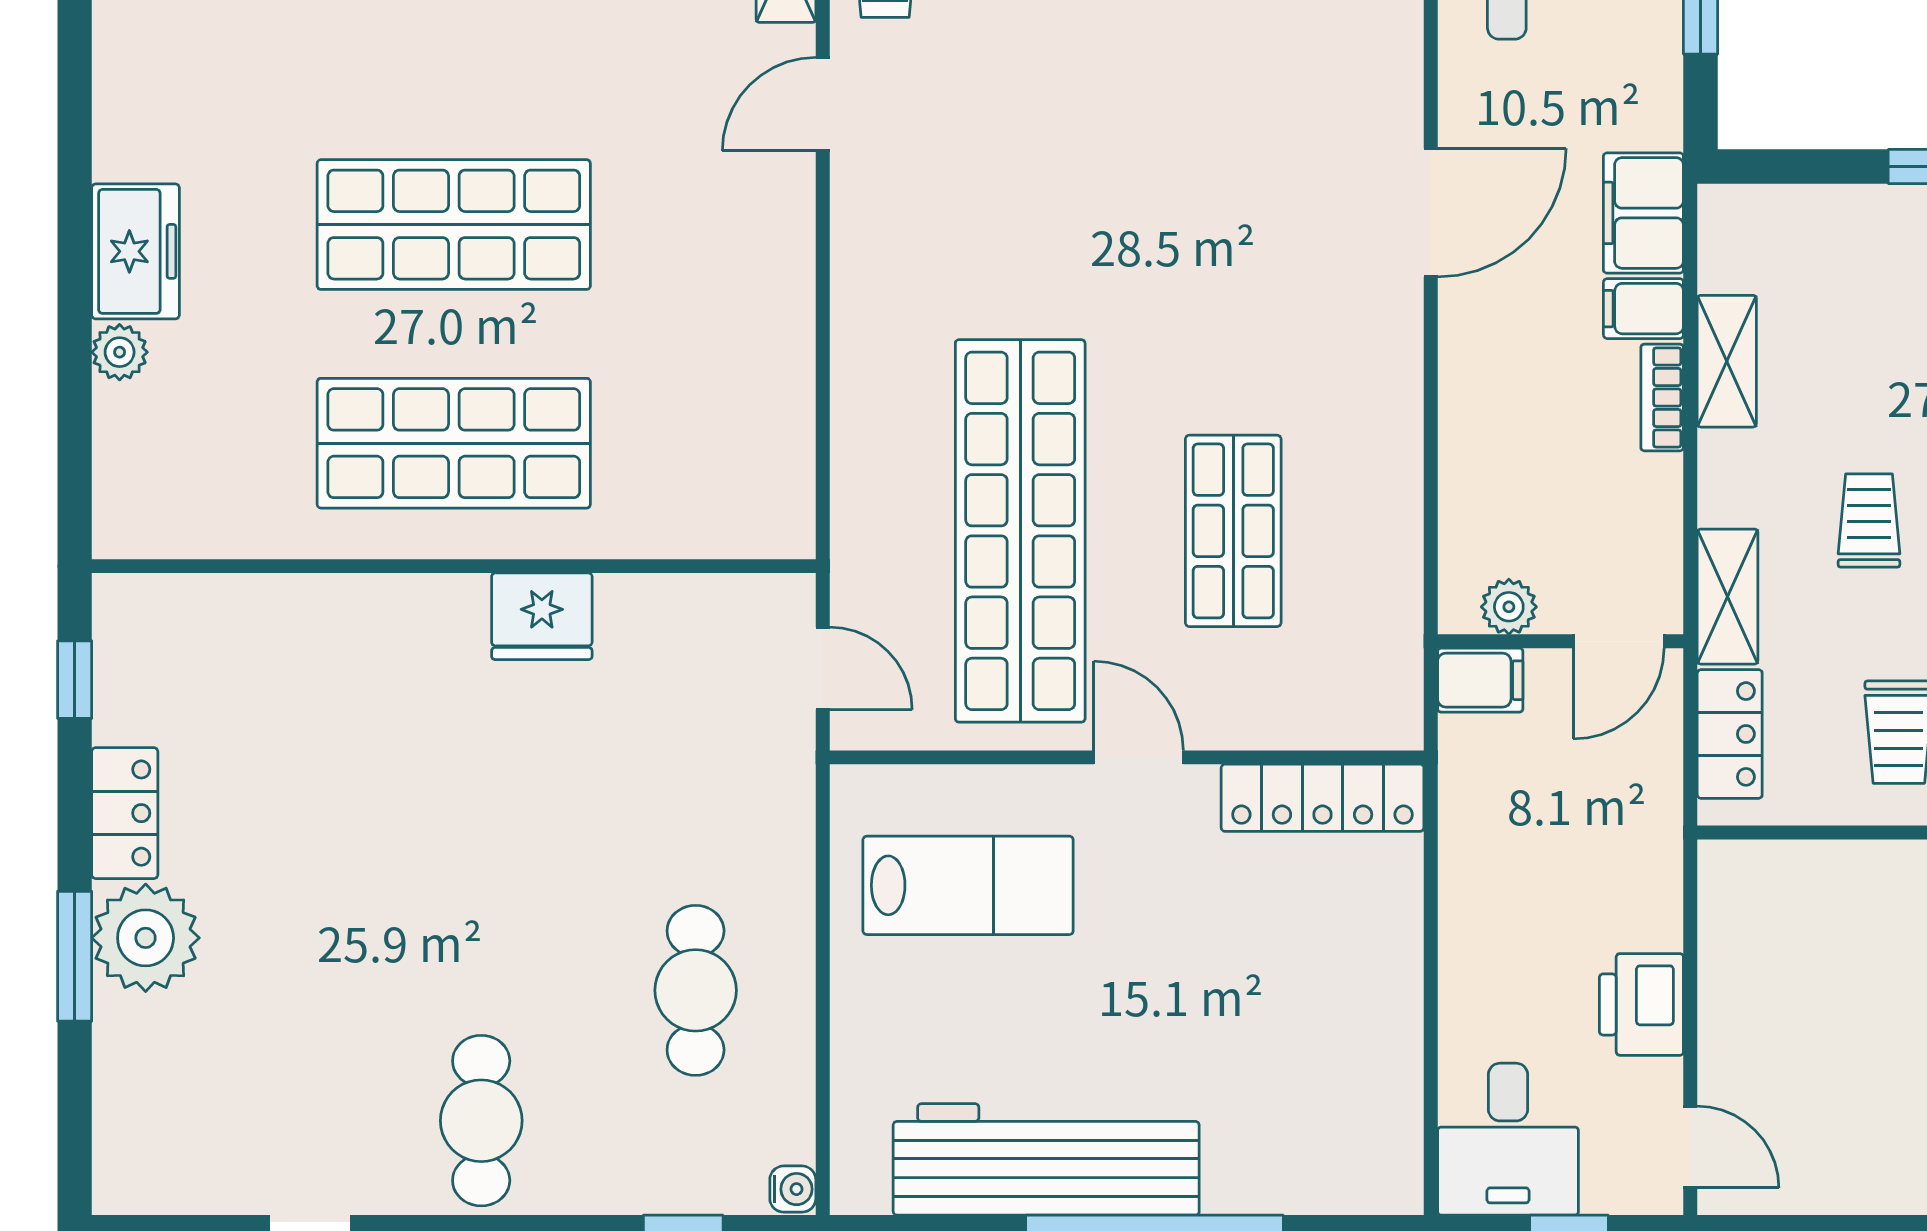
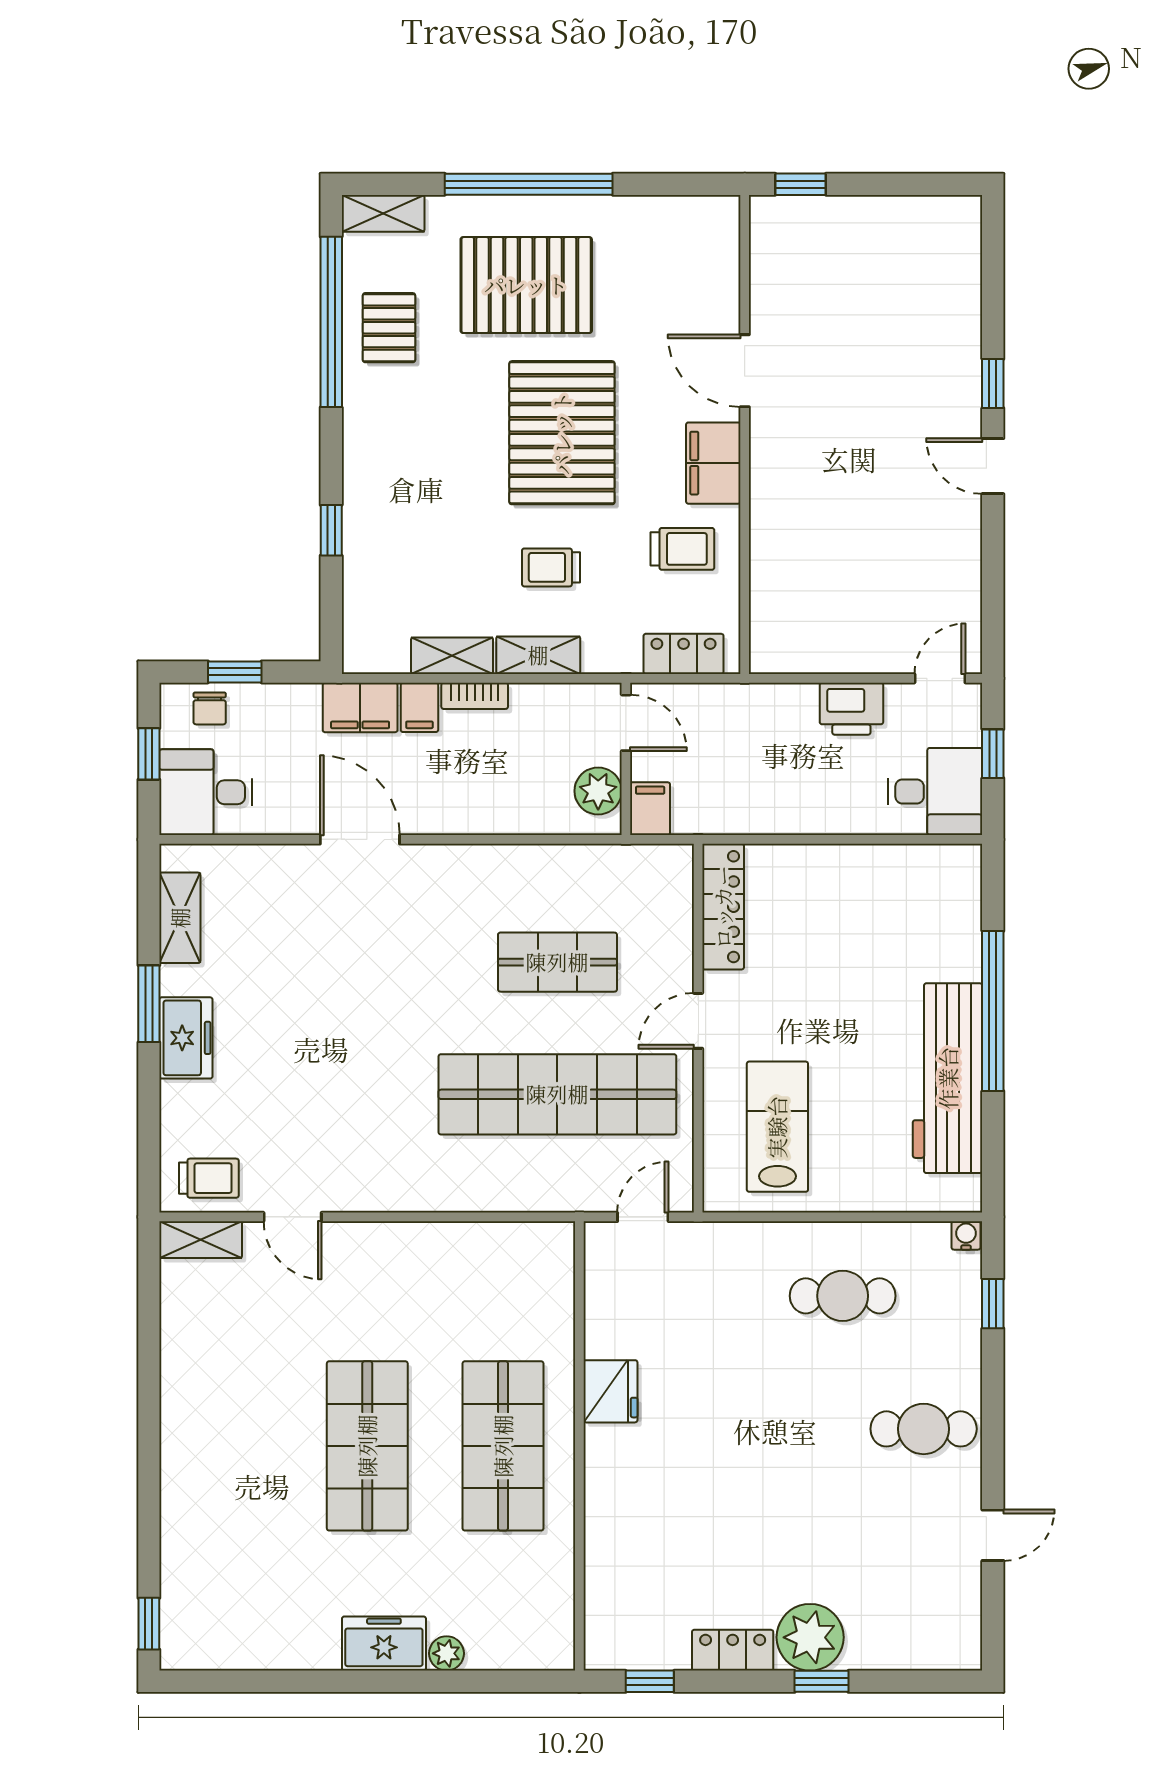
shelving: (1728, 597) -> (538, 655), moved
plant: (1509, 607) -> (598, 791), width x1.38, depth x1.38
window: (75, 956) -> (821, 1681), width x0.67

